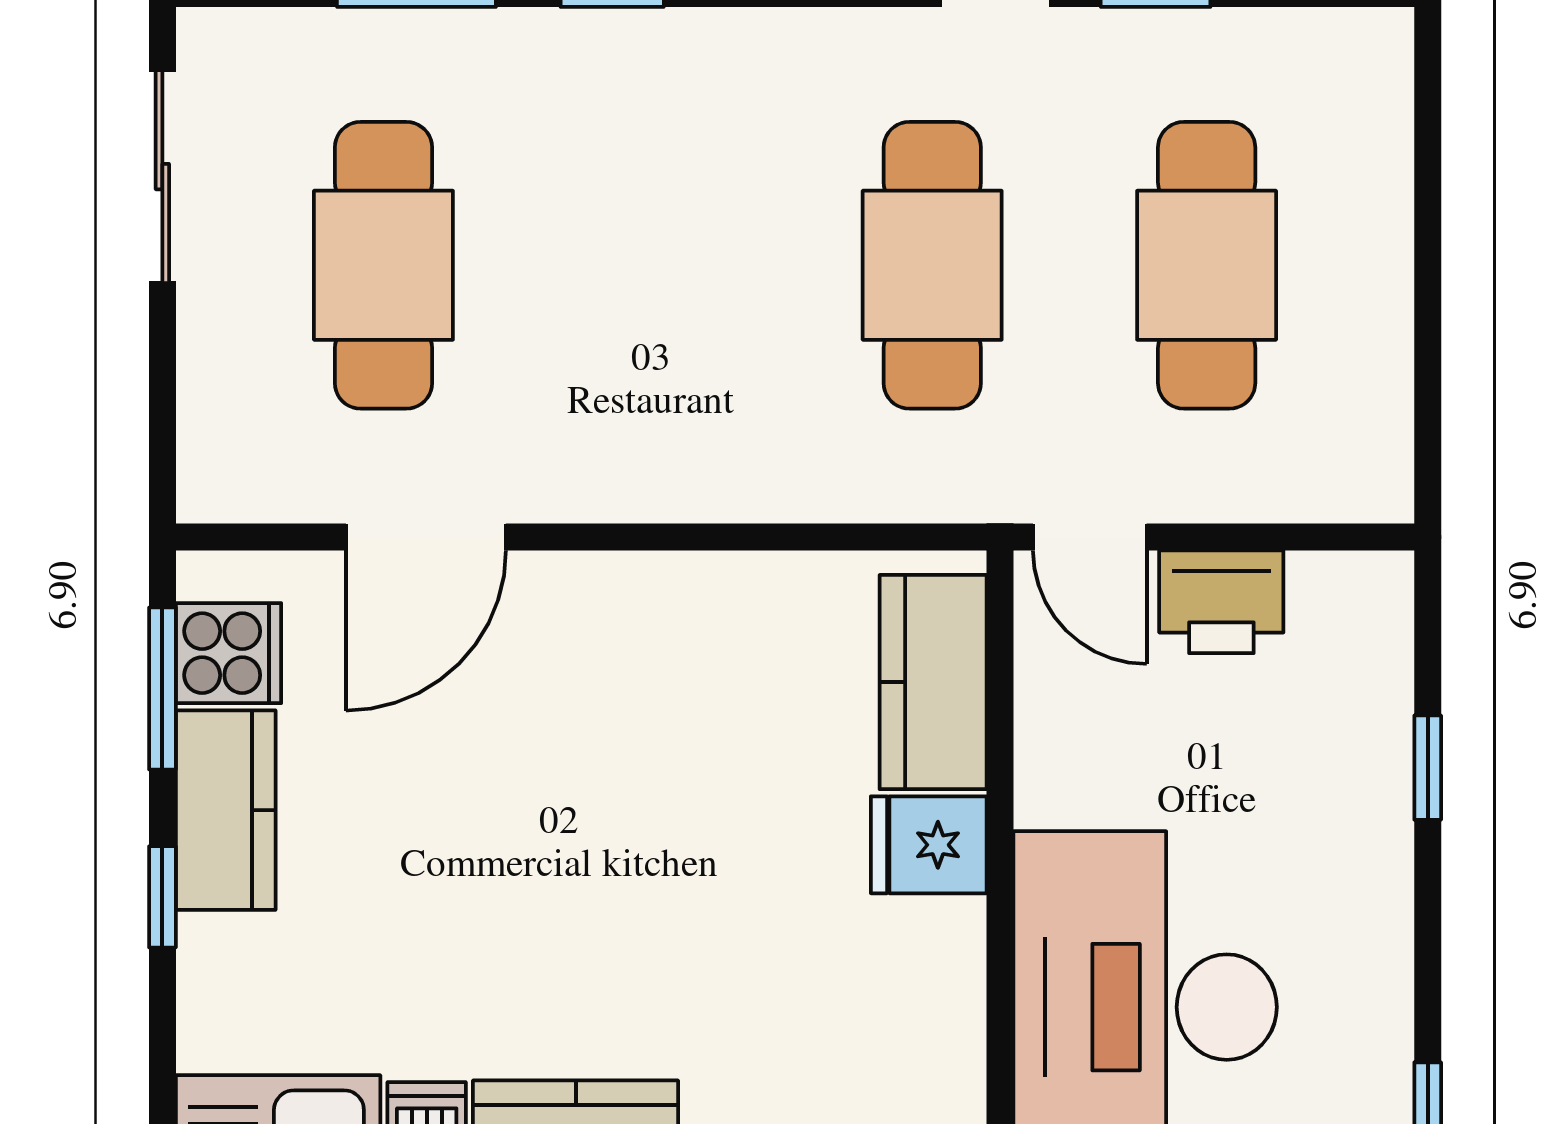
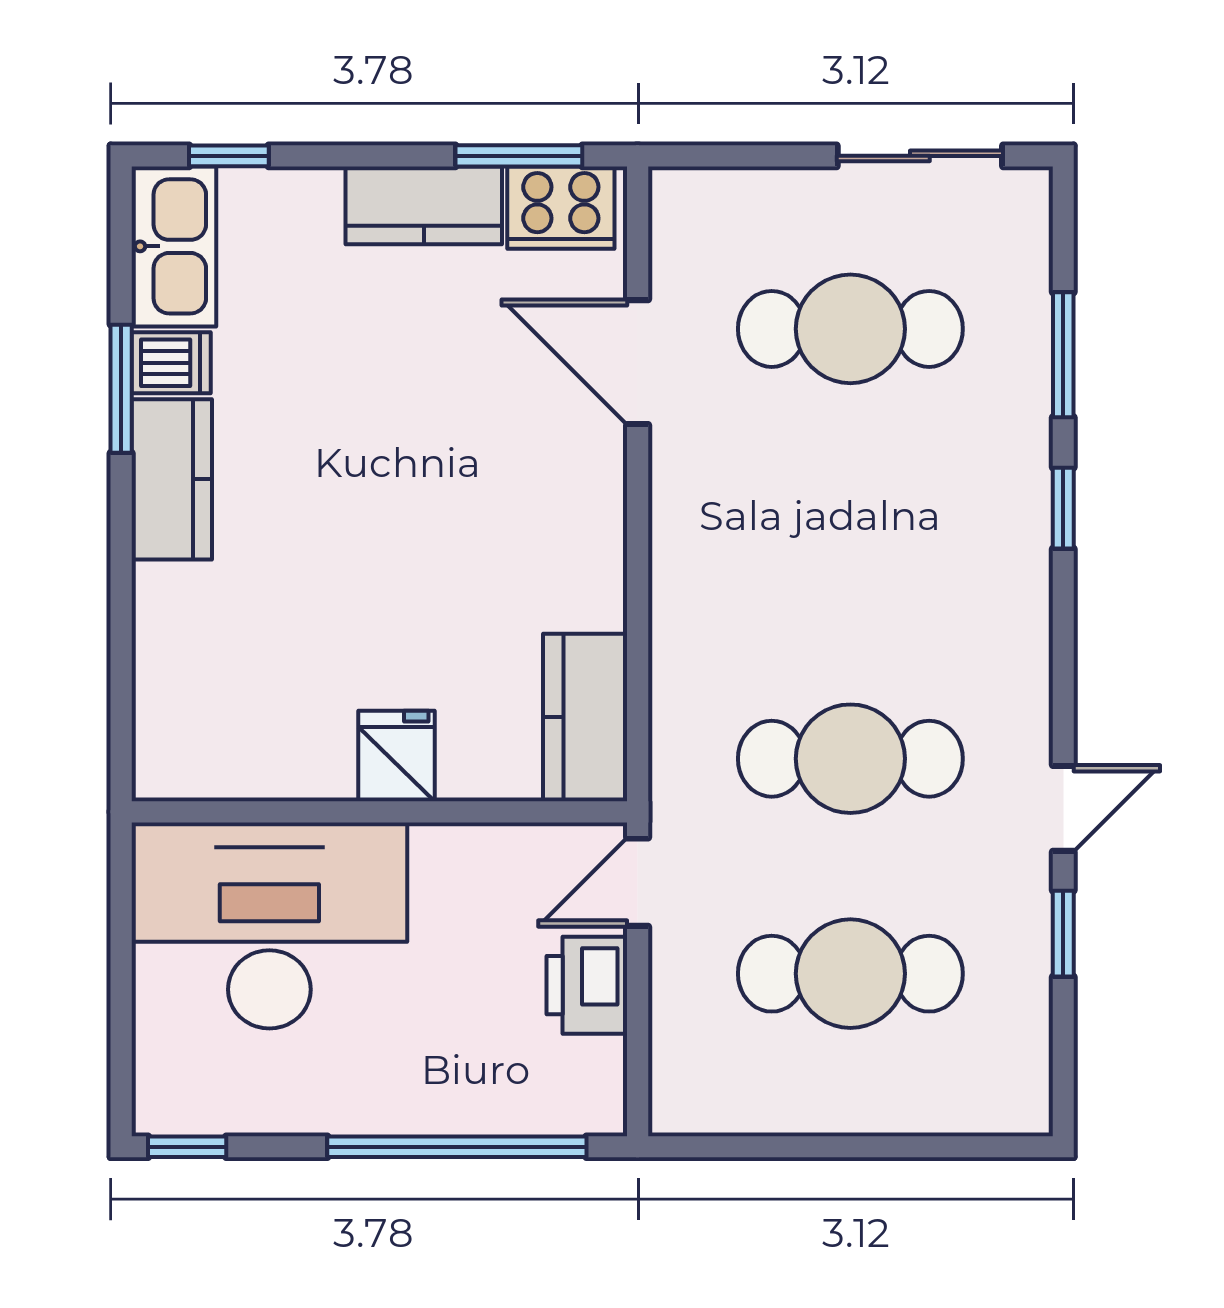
cooker: (228, 653) -> (561, 208), width x1.36
kitchen counter: (933, 682) -> (585, 717), moved, turned -90
window: (1428, 768) -> (457, 1147), width x3.17
window: (162, 897) -> (229, 156), moved

